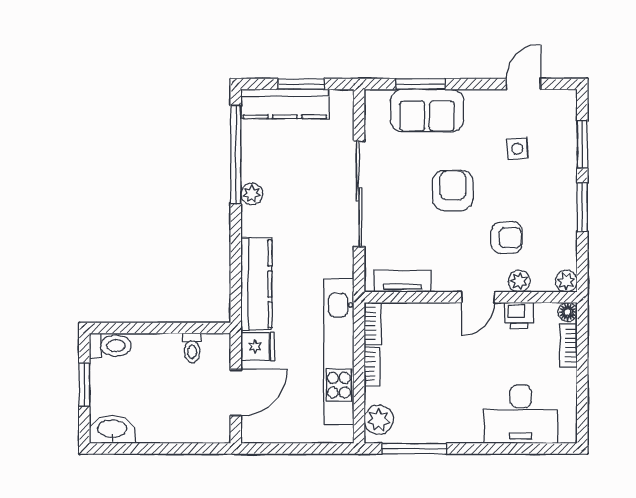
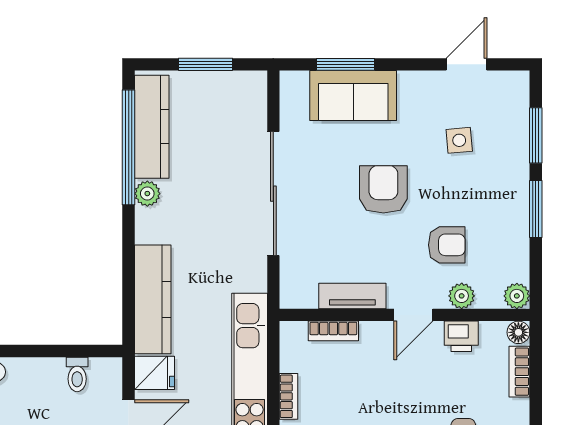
kitchen counter: (285, 104) -> (152, 127), moved, turned -90
tv unit: (403, 281) -> (352, 296), moved
bookcase: (373, 324) -> (333, 331), moved, turned 90

